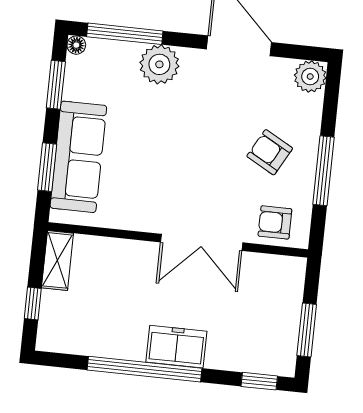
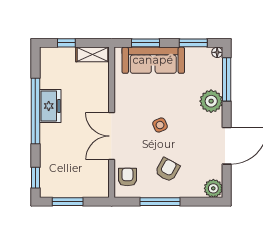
side table: (191, 157) -> (160, 125), added
freezer: (176, 347) -> (50, 106), moved

